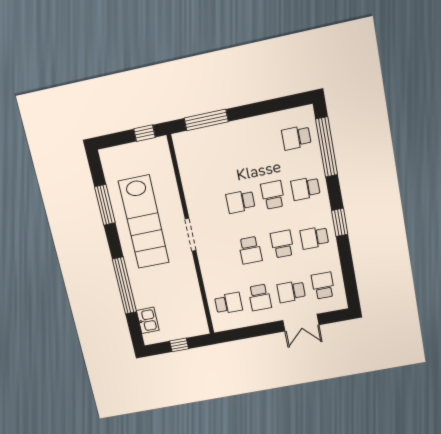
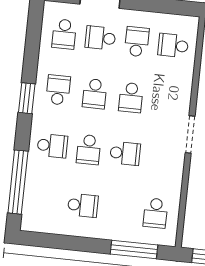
school desk: (296, 138) -> (83, 205), moved
school desk: (198, 158) -> (155, 213), added
school desk: (314, 238) -> (58, 90), turned -90
school desk: (250, 250) -> (131, 98), turned 180
school desk: (291, 292) -> (100, 38), turned 180

